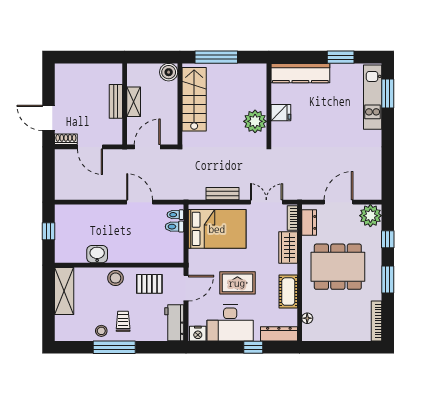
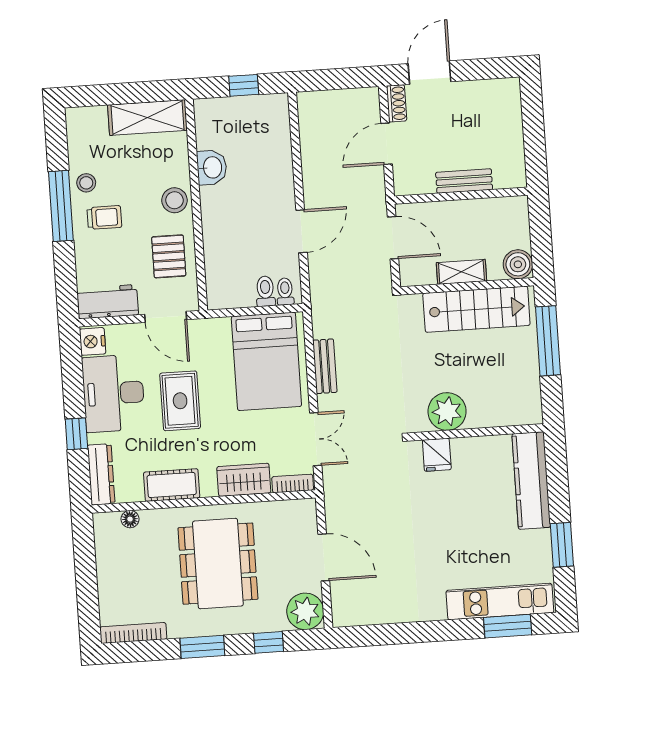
shelving: (134, 102) -> (461, 272), moved
fridge: (281, 113) -> (437, 455), moved
dresser: (309, 222) -> (287, 512), removed

